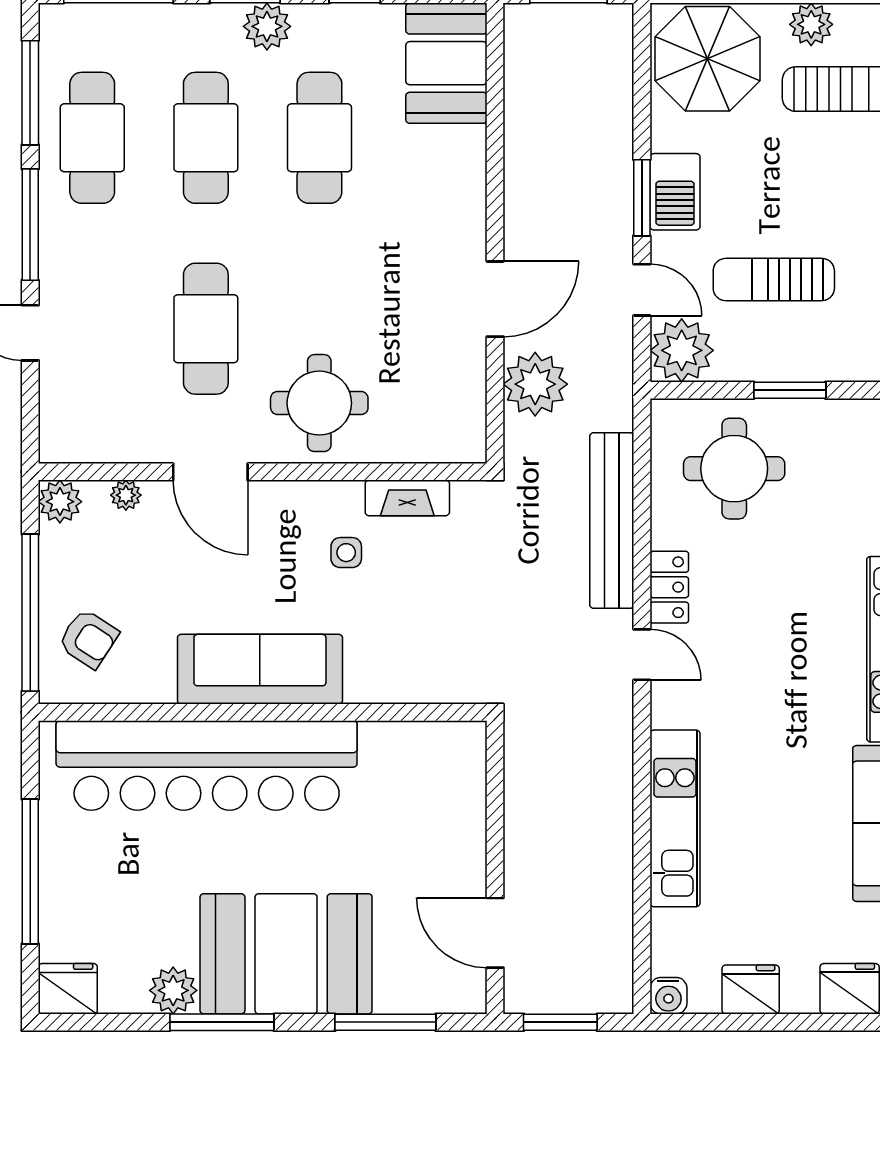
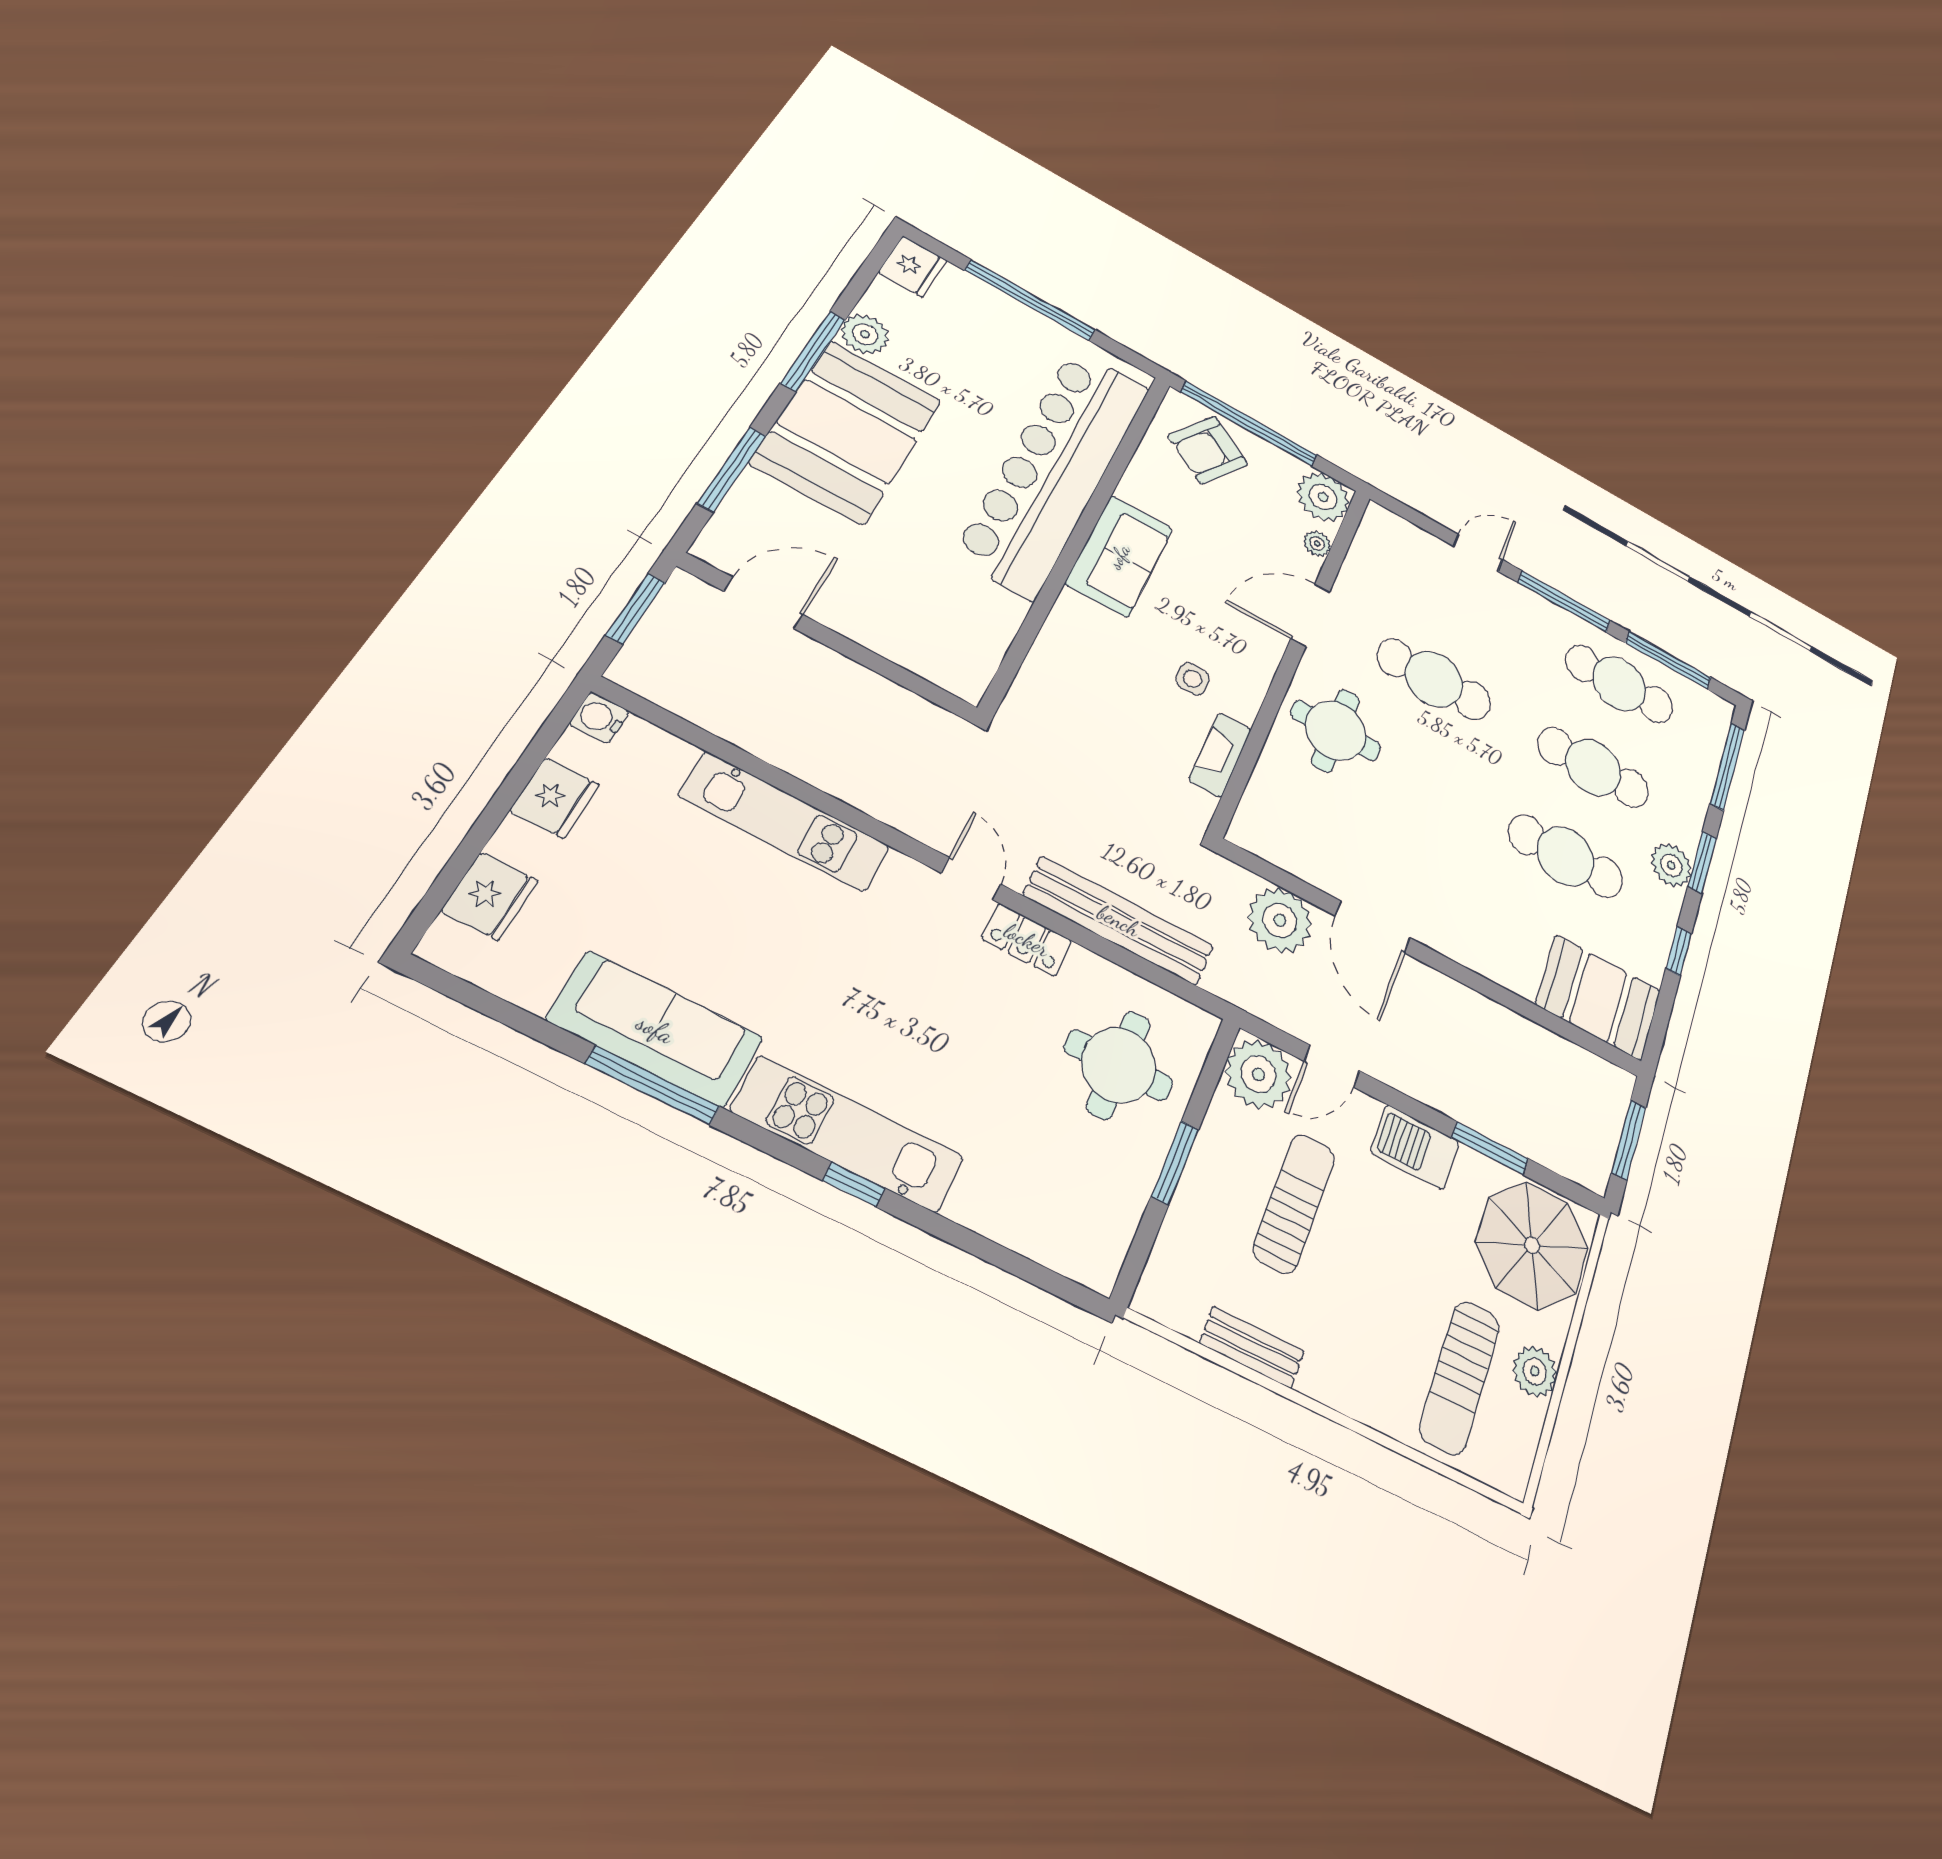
window: (642, 198) -> (1490, 1148), moved
plant: (60, 502) -> (1323, 497), width x1.36, depth x1.36
armchair: (88, 639) -> (1208, 450), width x1.38, depth x1.38
door: (642, 655) -> (971, 879), swing flipped
sofa: (260, 669) -> (1119, 556), width x0.73

